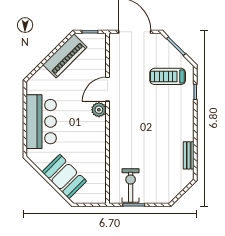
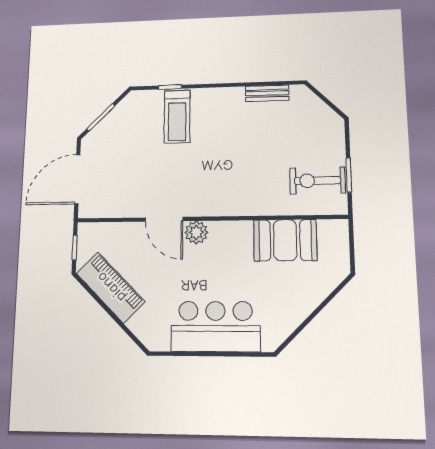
treadmill: (168, 76) -> (177, 116), moved
booth: (64, 177) -> (285, 240), moved, turned 45

